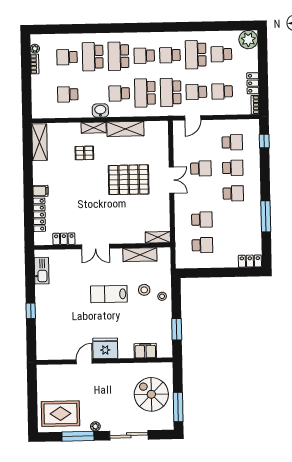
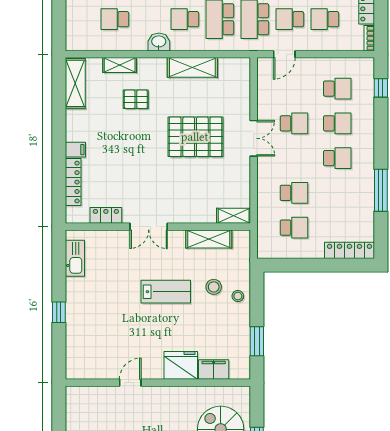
shelving: (94, 128) -> (120, 65), moved
locker: (250, 261) -> (349, 250), width x1.53
lab bench: (109, 294) -> (166, 292), turned 180
fridge: (105, 348) -> (181, 365), moved

